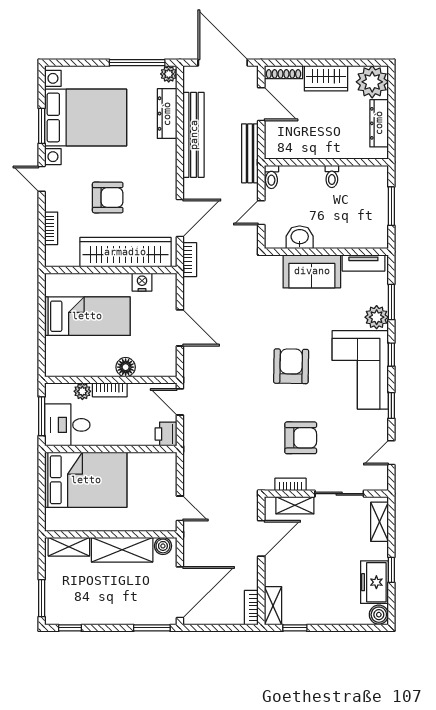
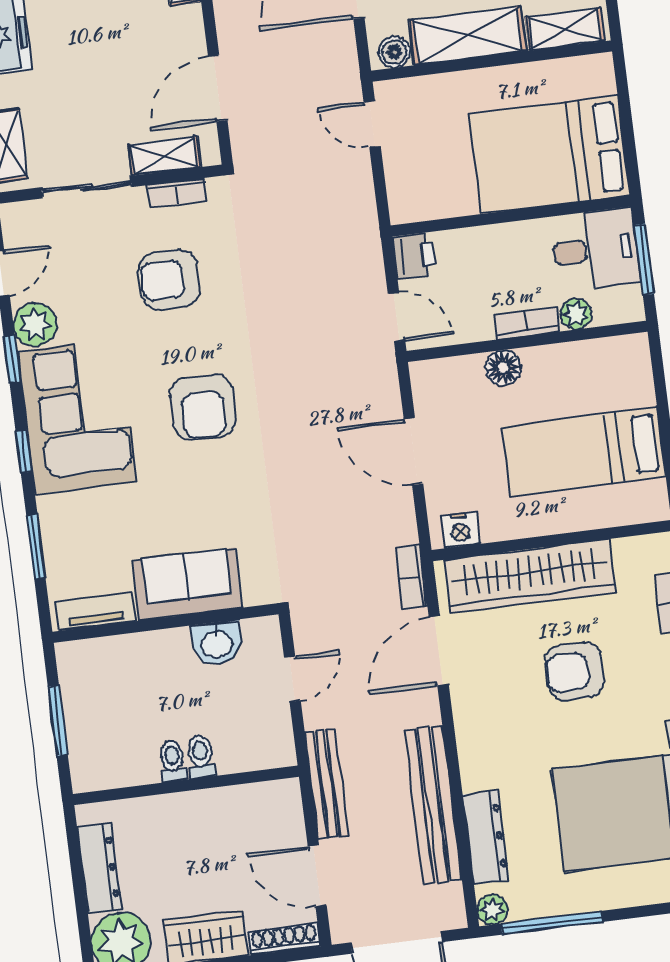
toilet: (271, 177) -> (201, 756), moved
nightstand: (142, 282) -> (460, 530), moved
plant: (377, 317) -> (35, 325), moved

